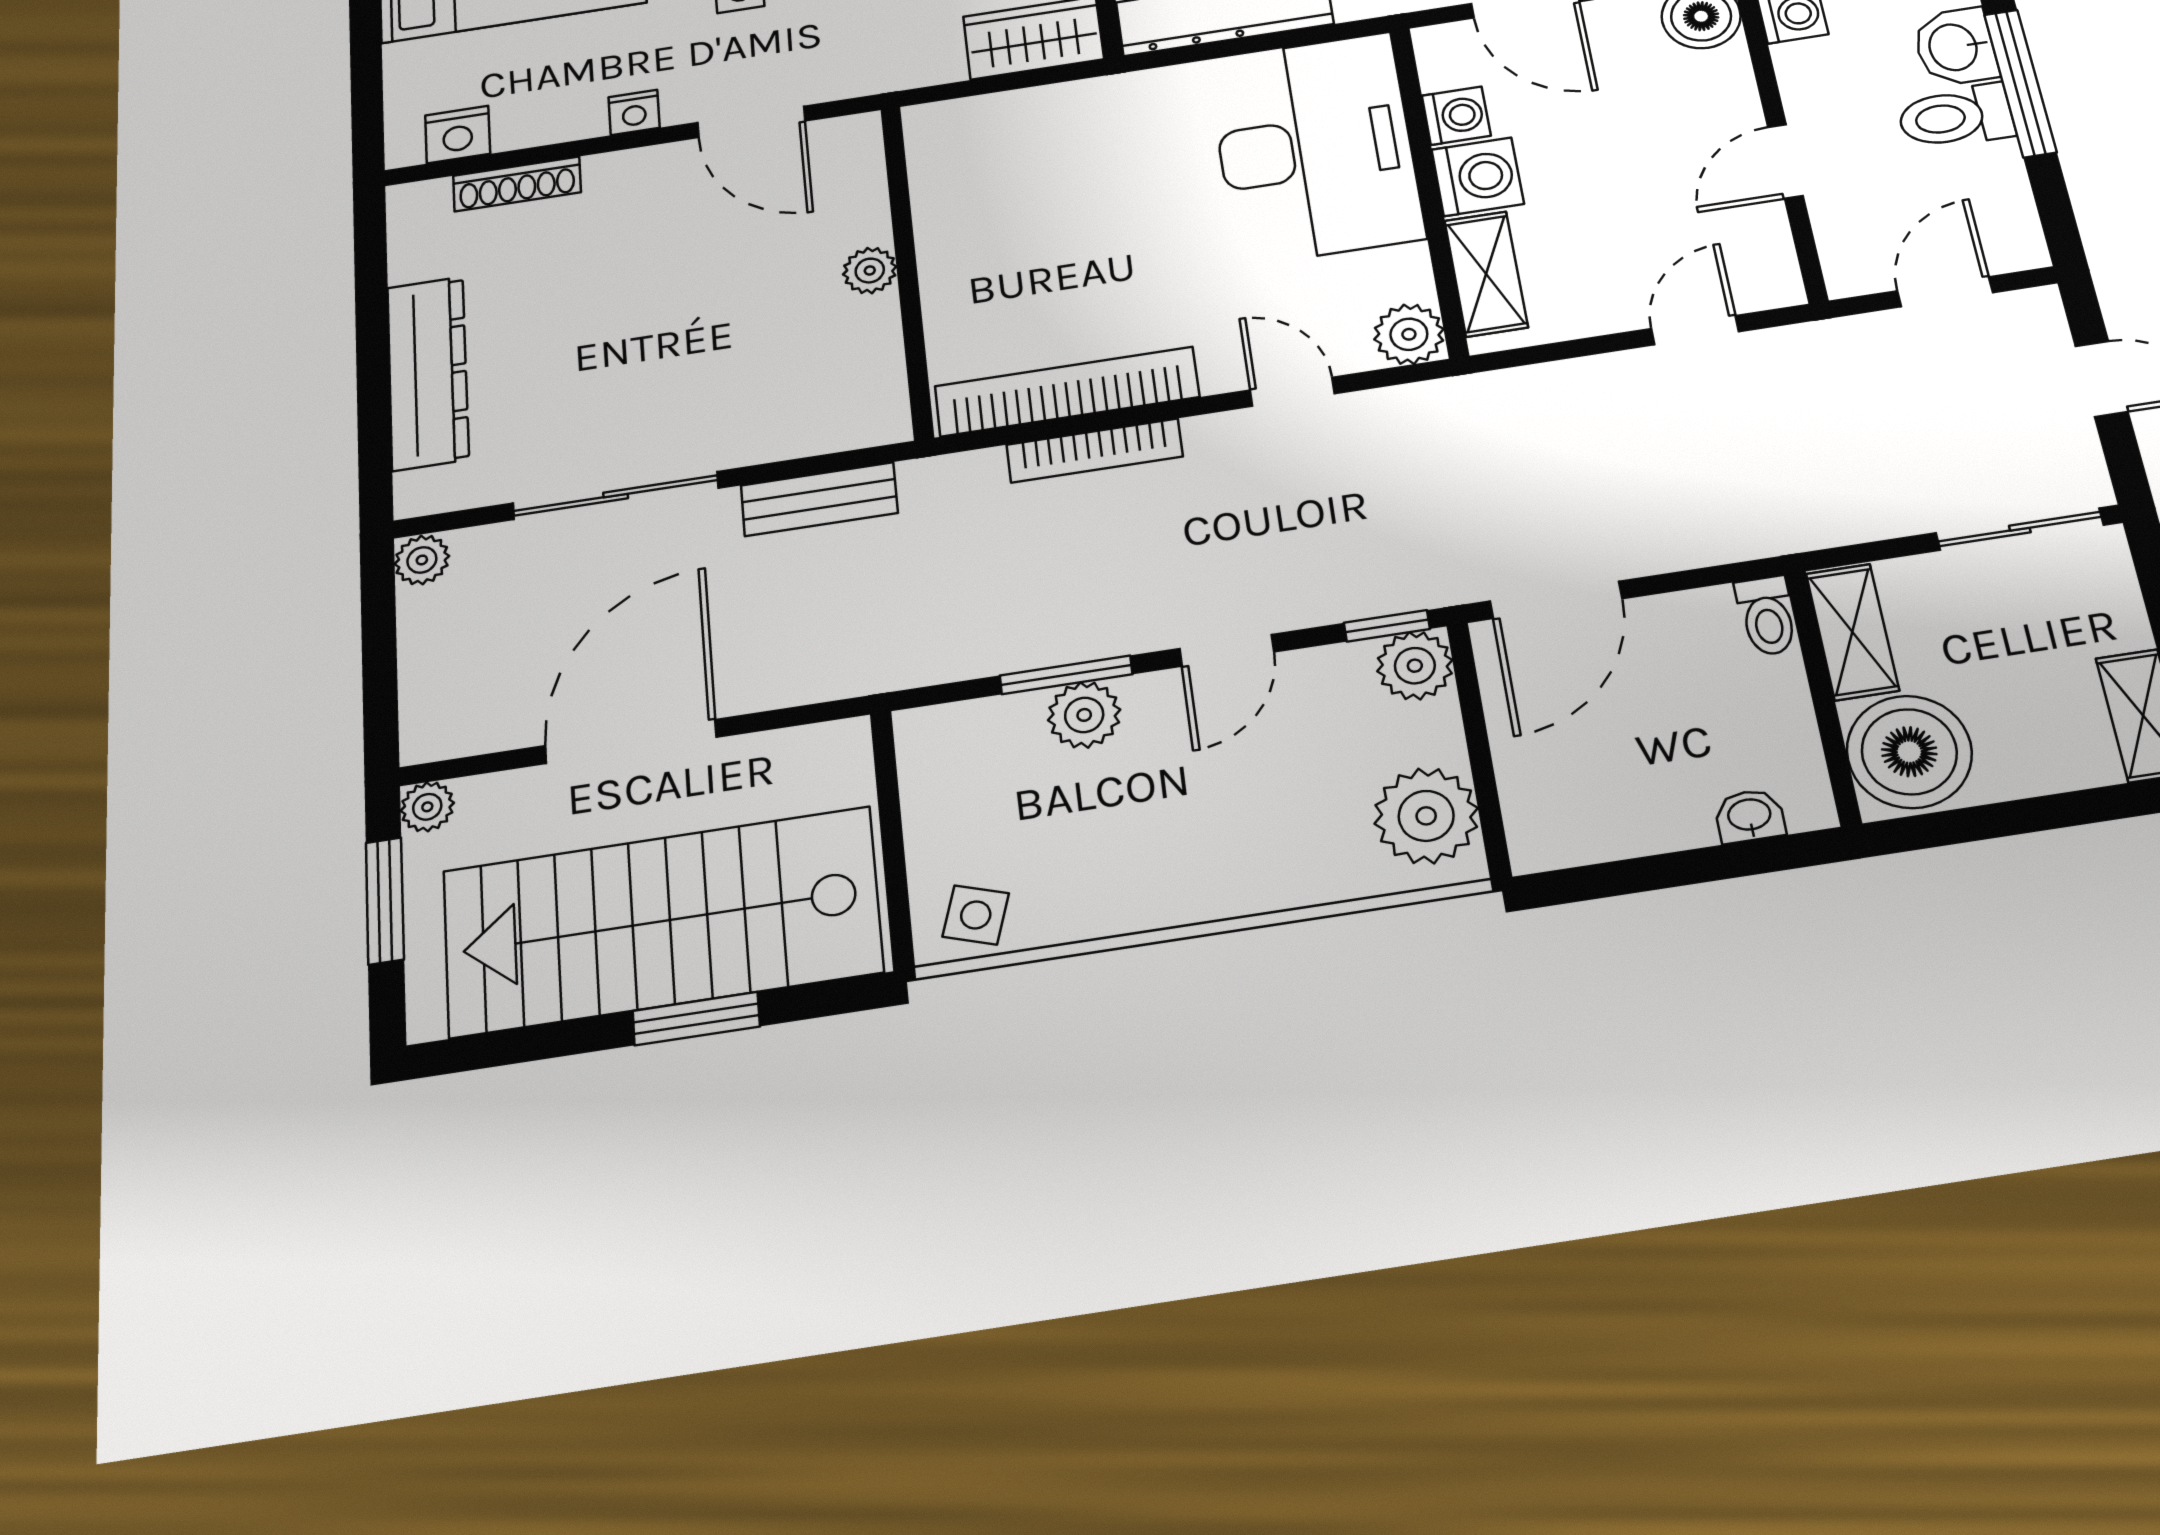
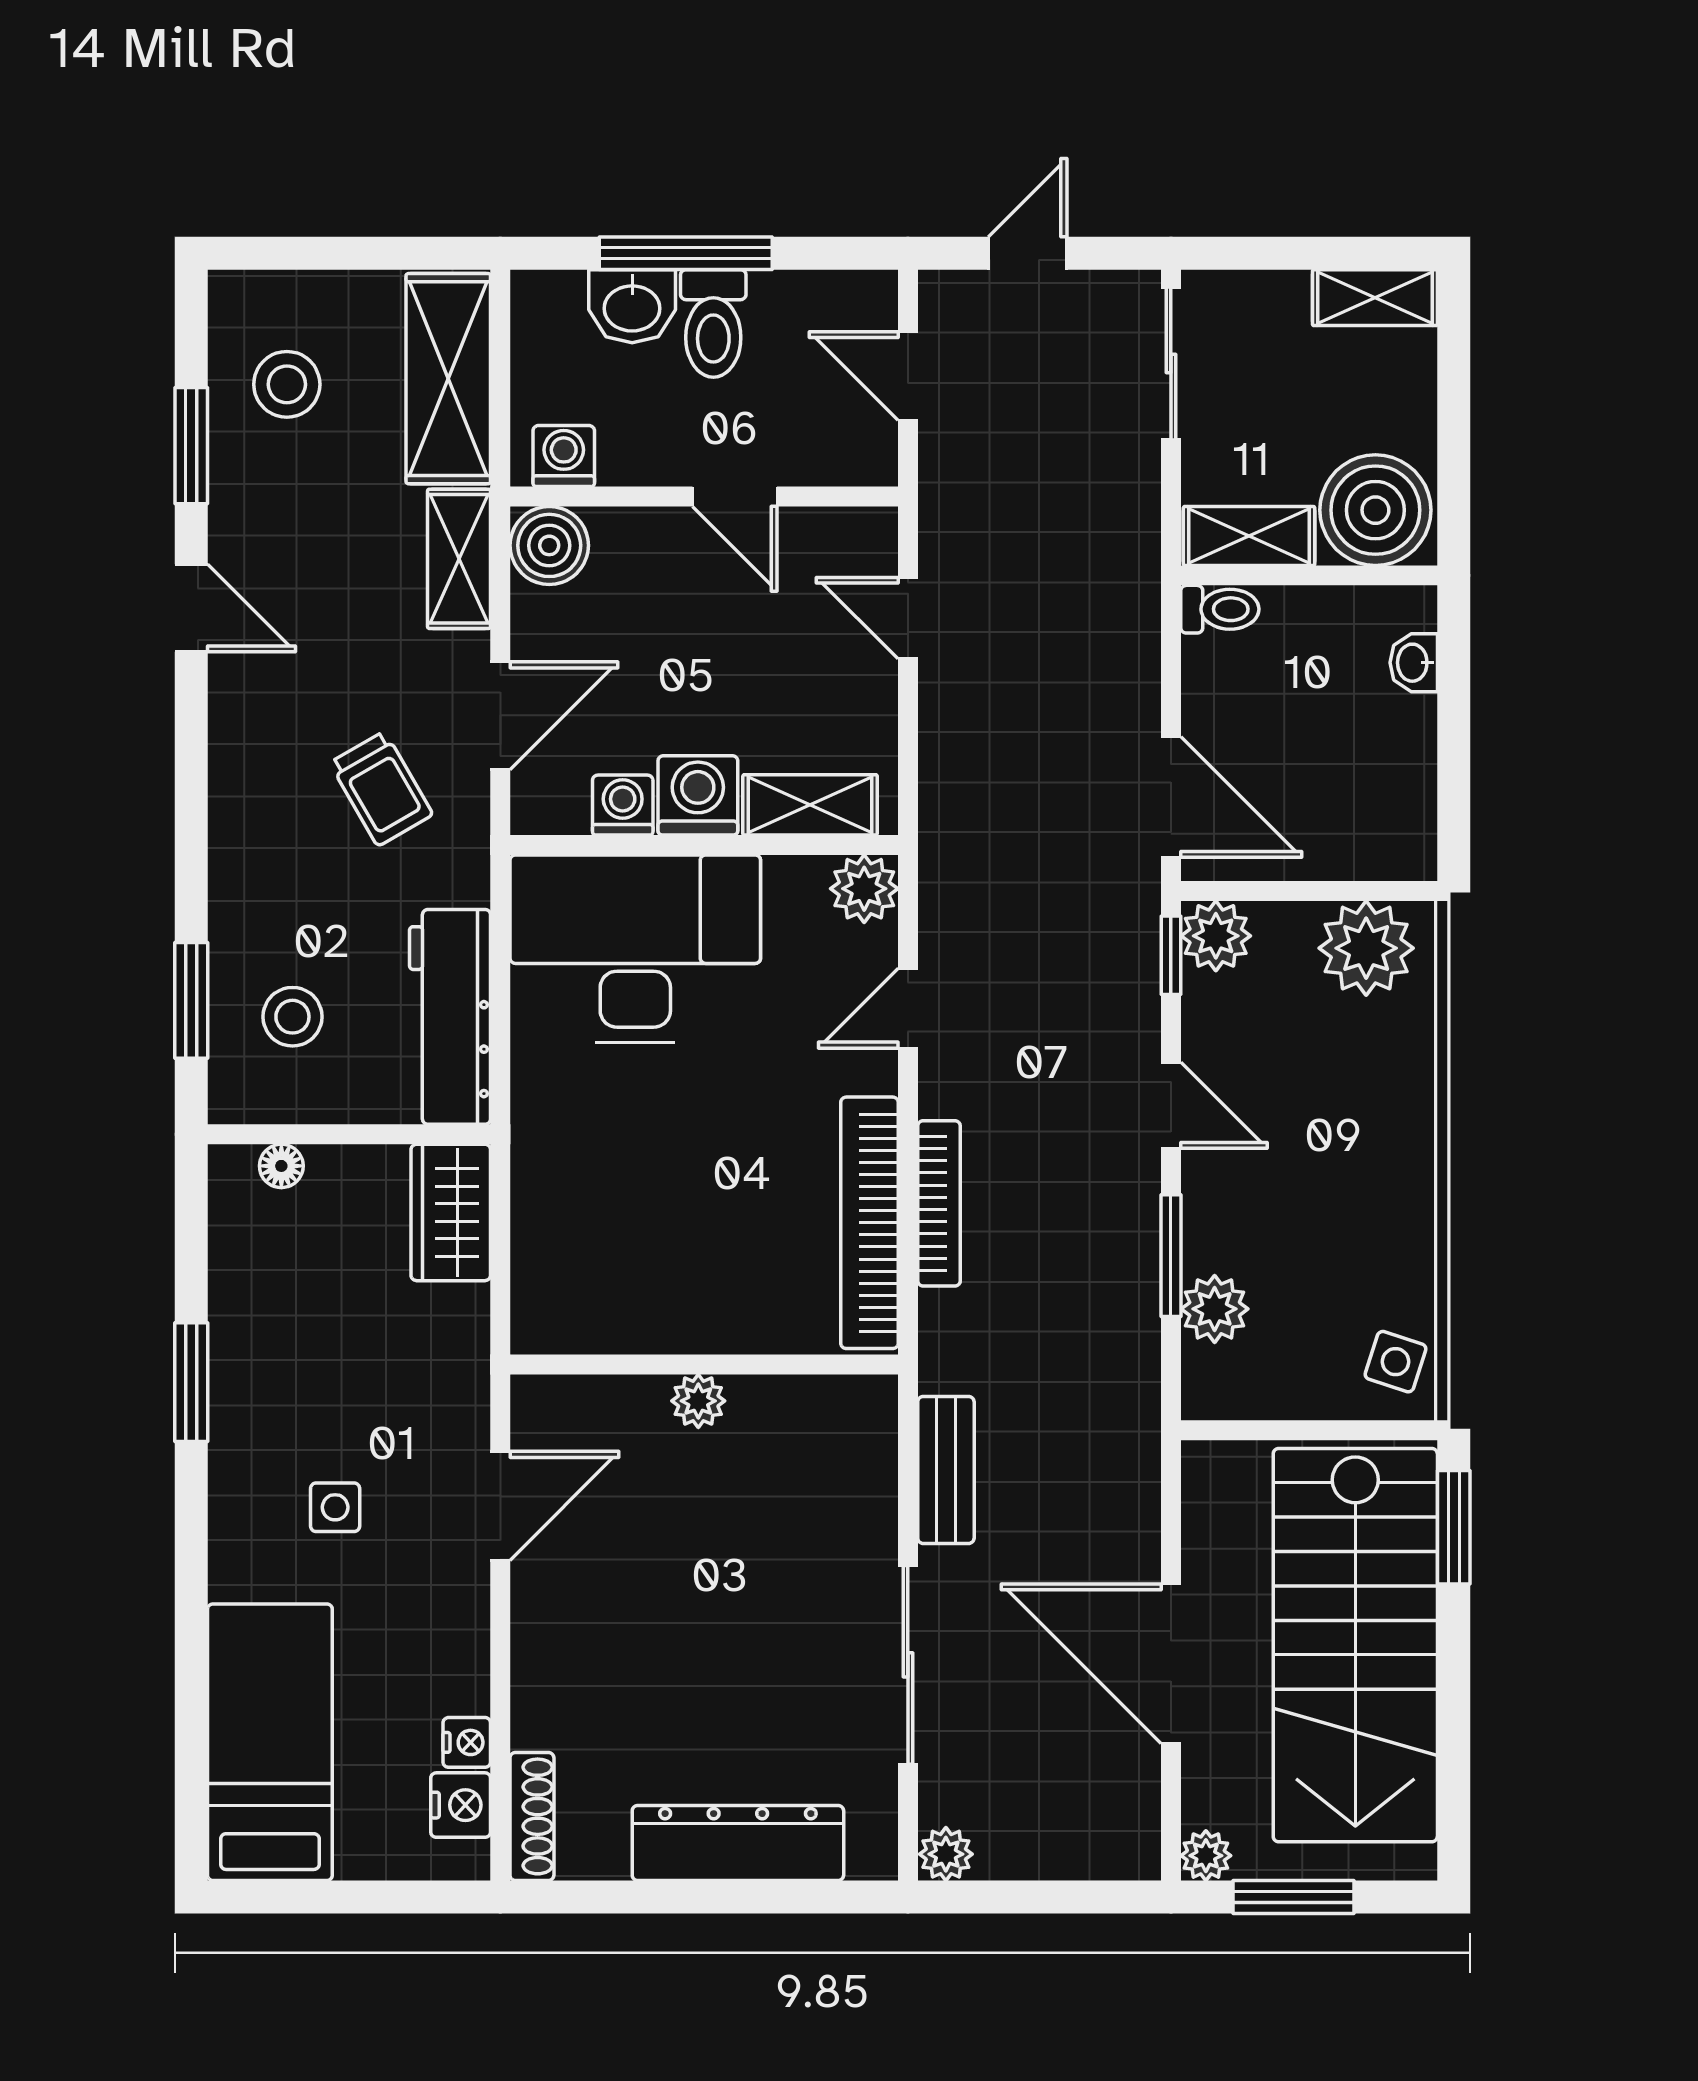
nightstand: (634, 112) -> (467, 1742), moved
shoe rack: (517, 184) -> (532, 1816), moved
plant: (1084, 715) -> (1215, 1309), moved
window: (696, 1019) -> (1454, 1527), moved

